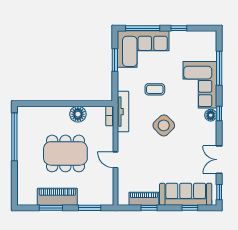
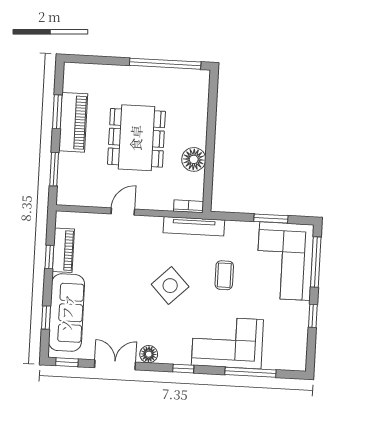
floor lamp: (211, 115) -> (149, 354), moved

